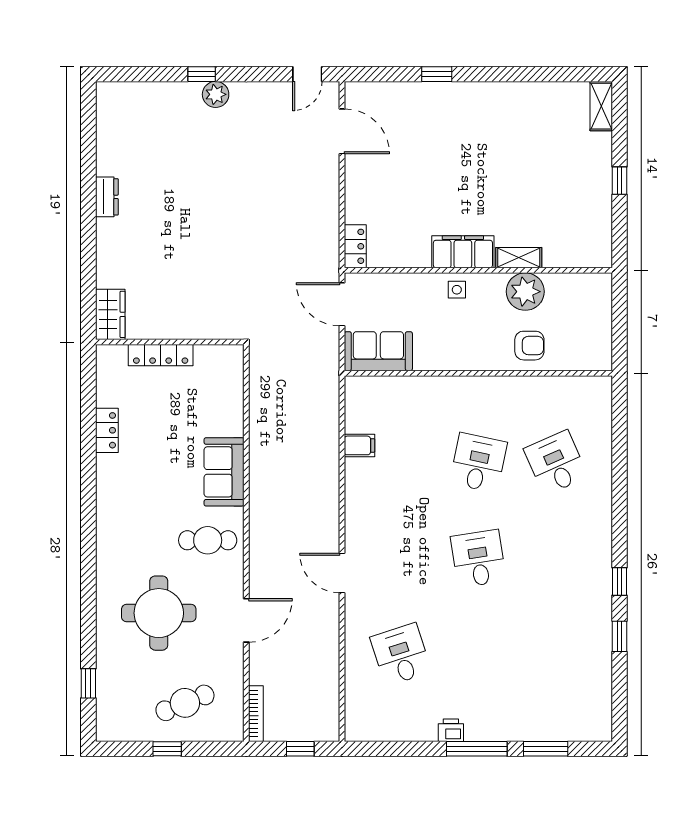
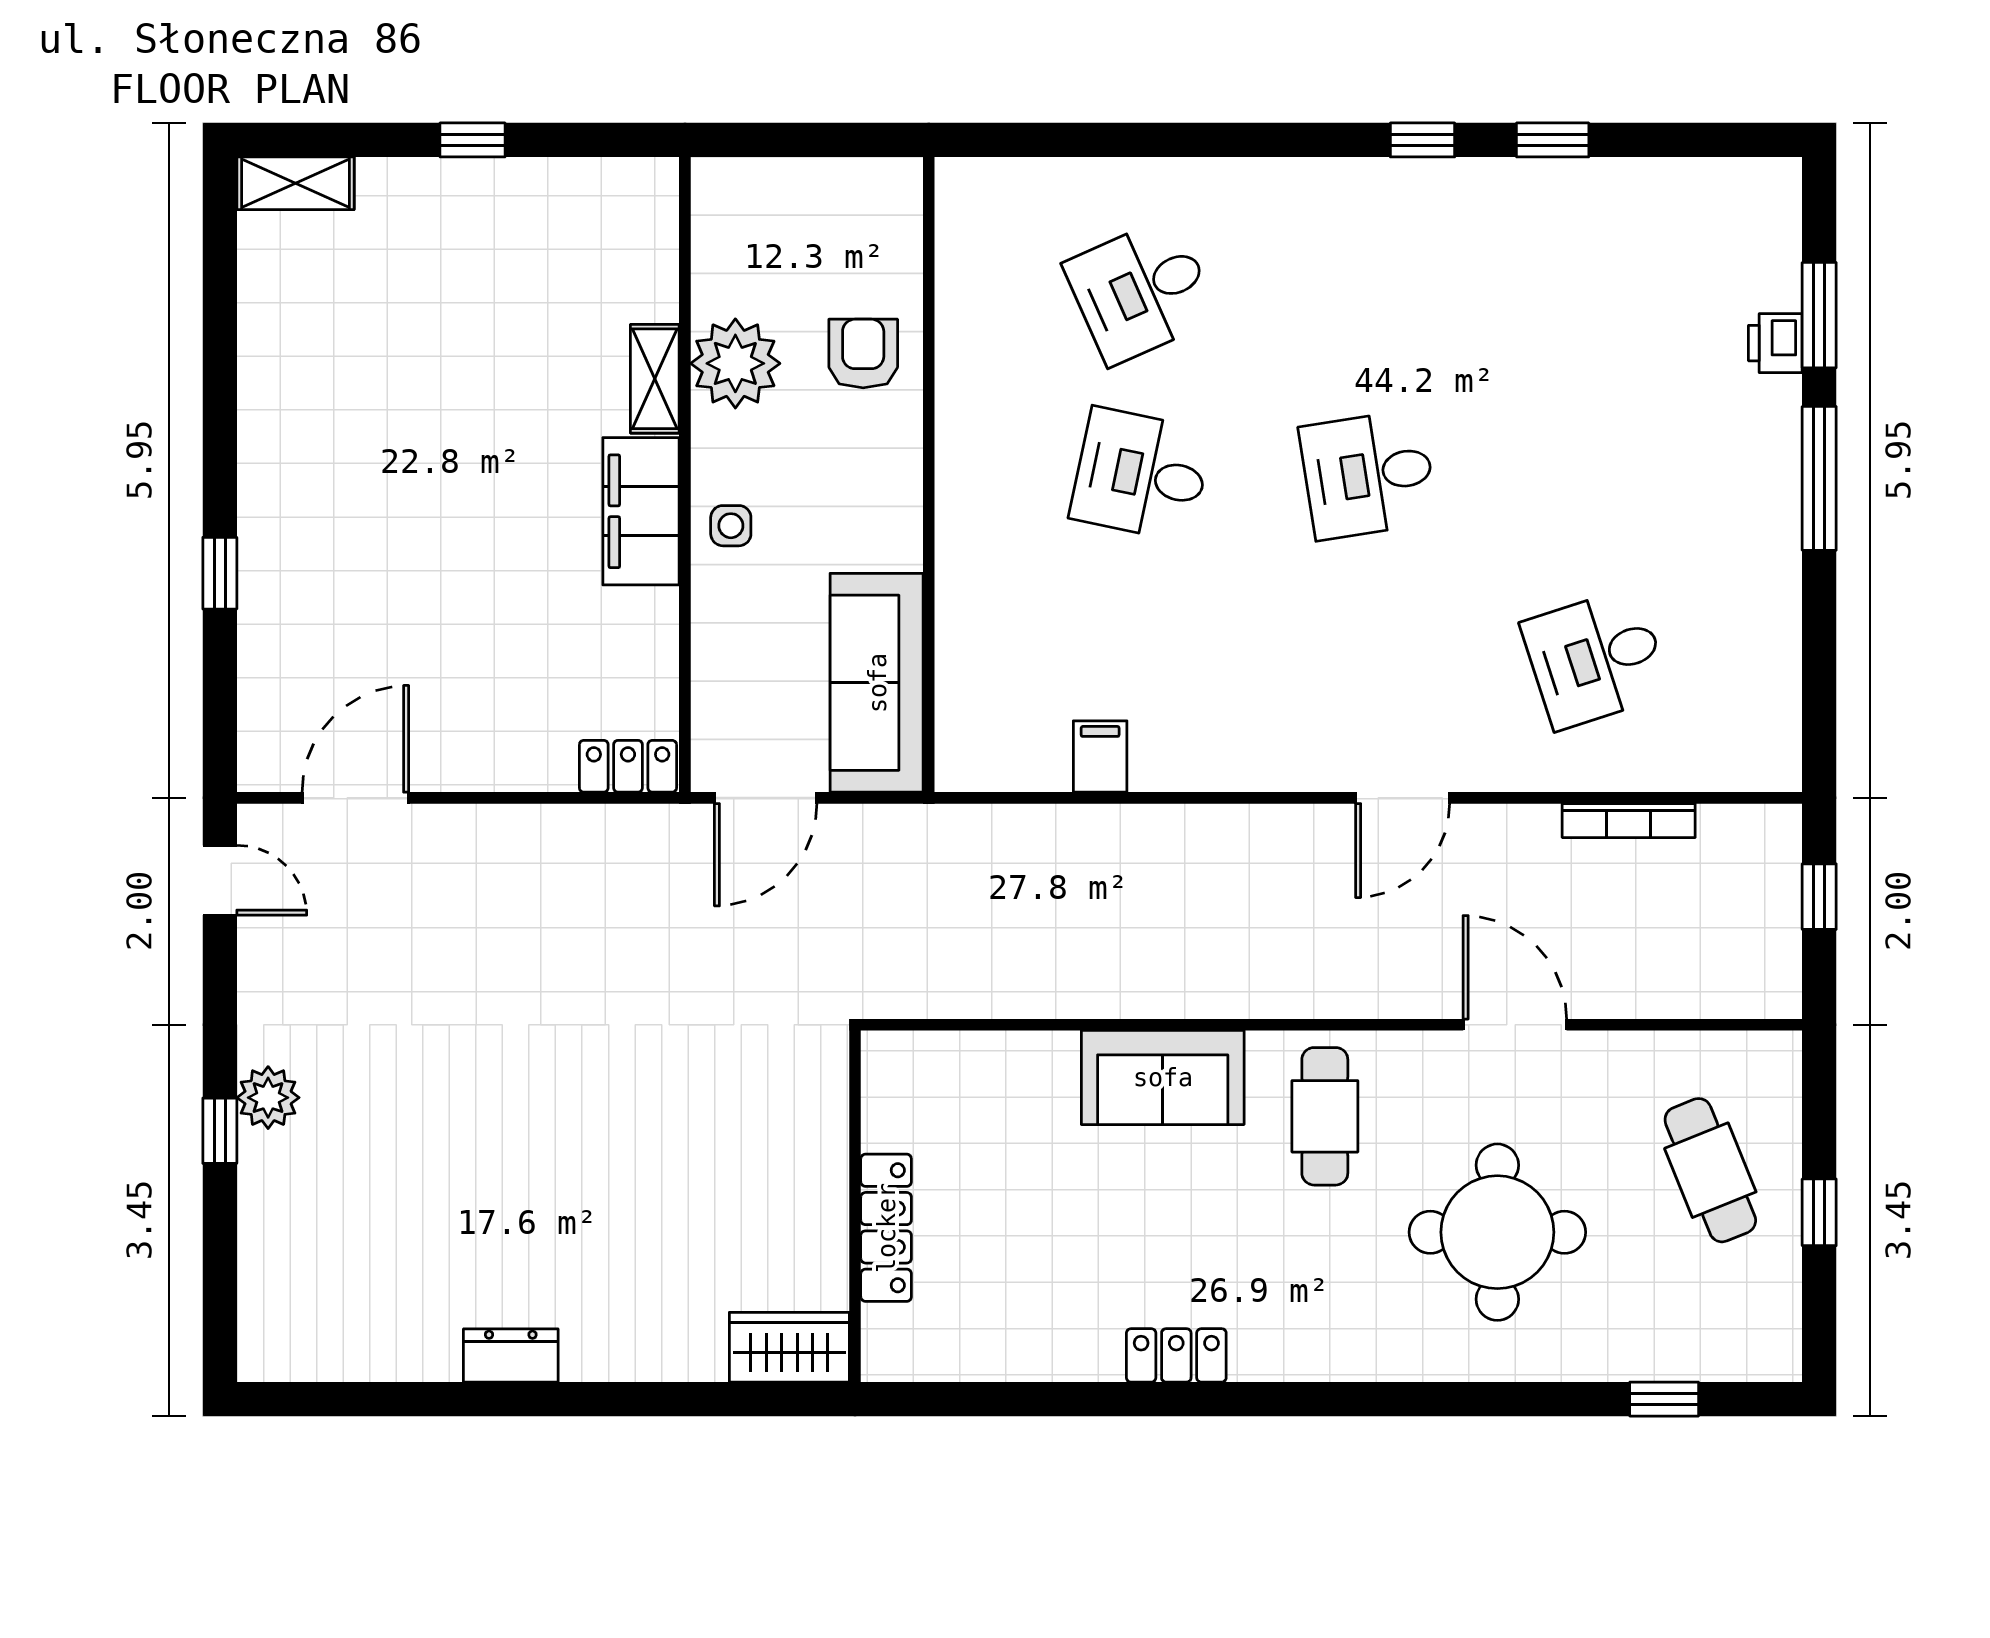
sofa: (378, 351) -> (877, 683), width x1.36
locker: (107, 430) -> (1176, 1355), moved
bookcase: (256, 714) -> (1629, 821), moved, turned 180
printer: (451, 730) -> (1775, 343), moved

